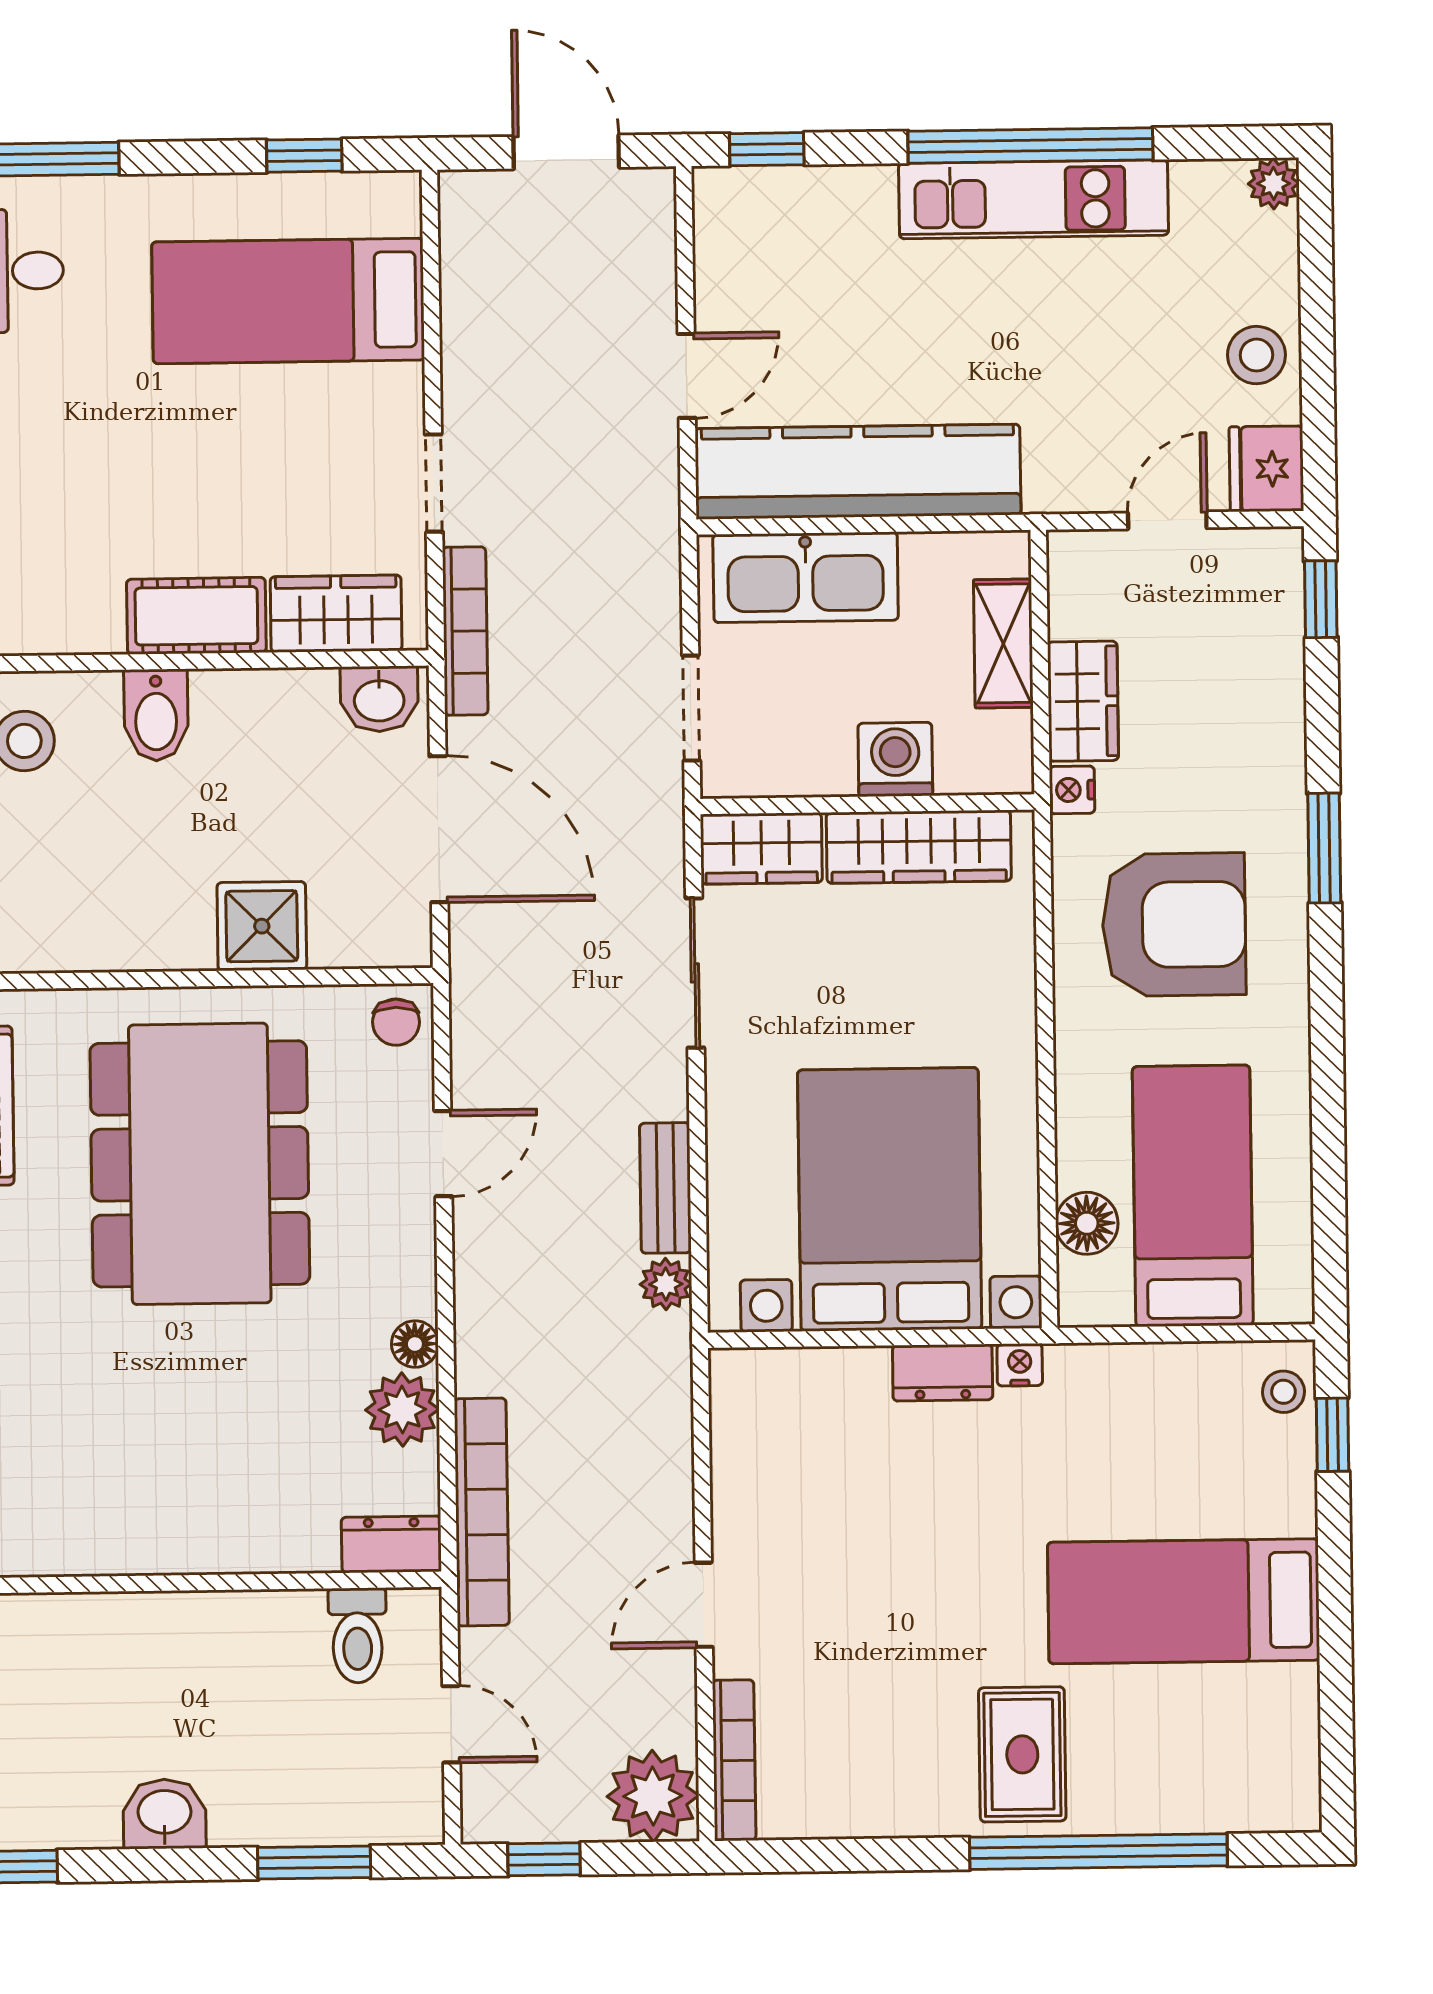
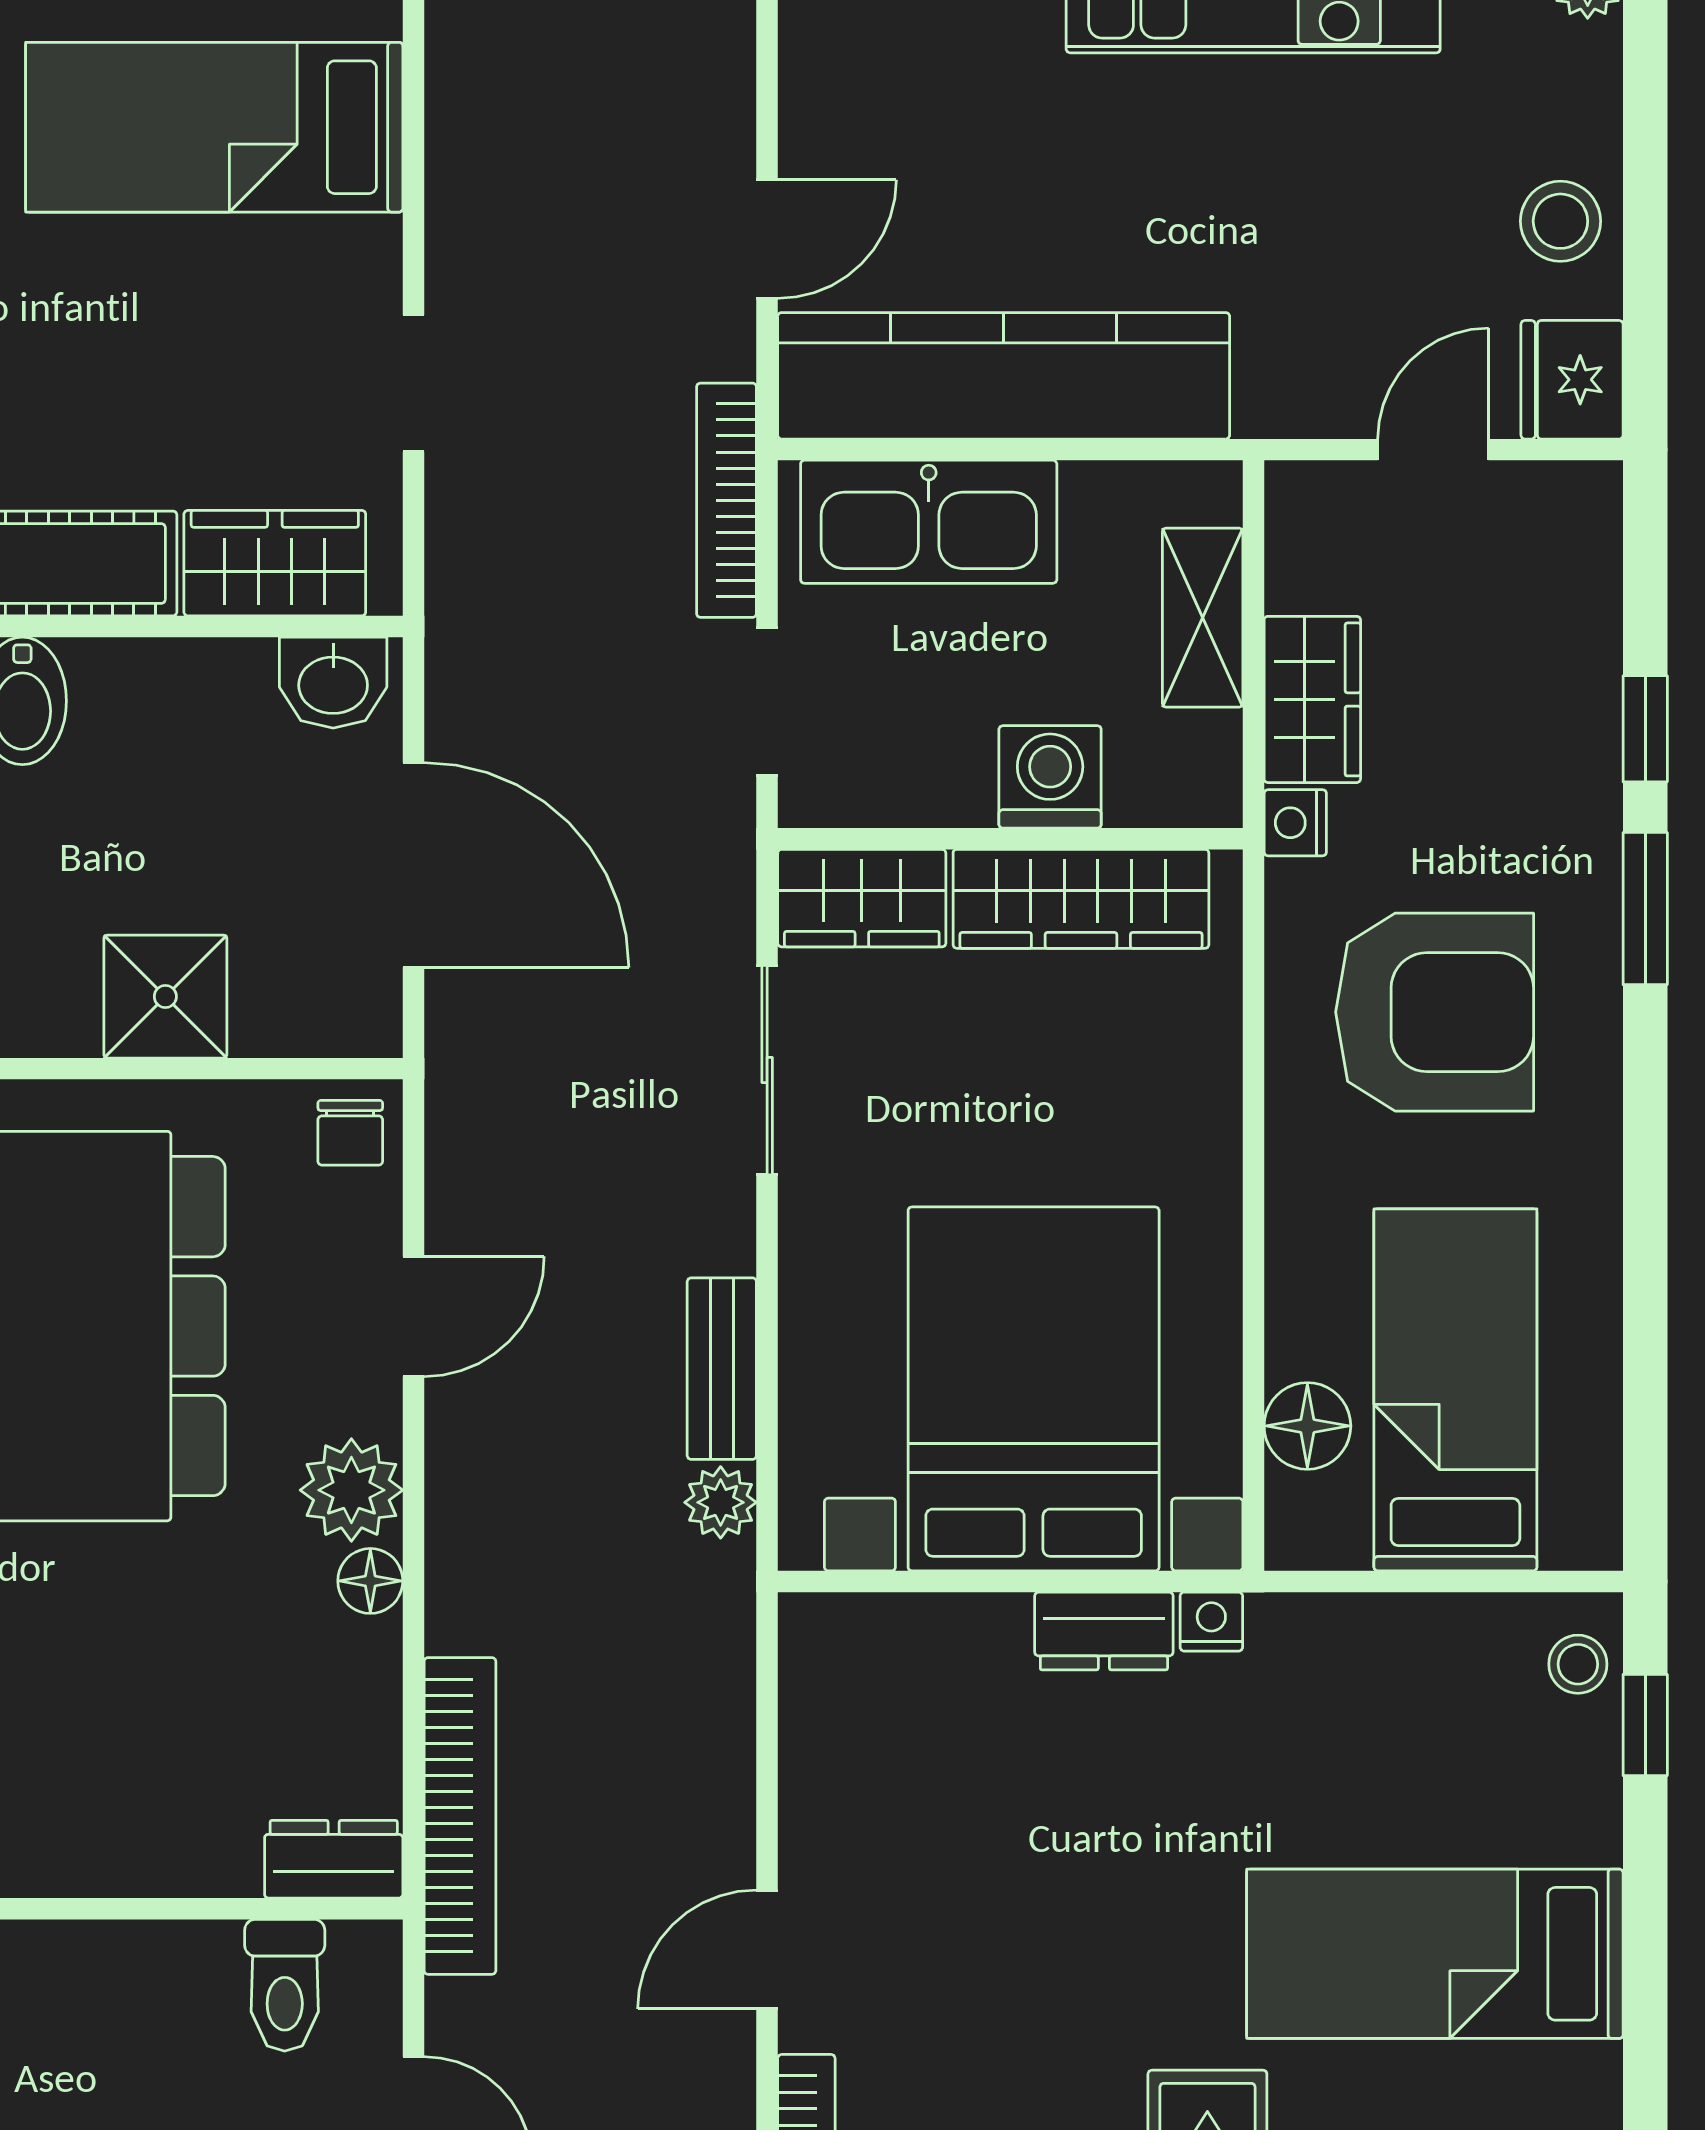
window: (1321, 599) -> (1645, 729), moved
bookcase: (465, 631) -> (727, 500), moved, turned 180
plant: (402, 1410) -> (351, 1490), moved

